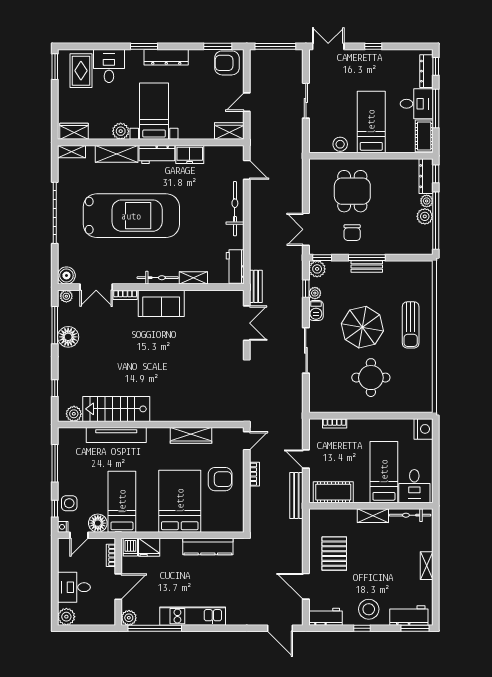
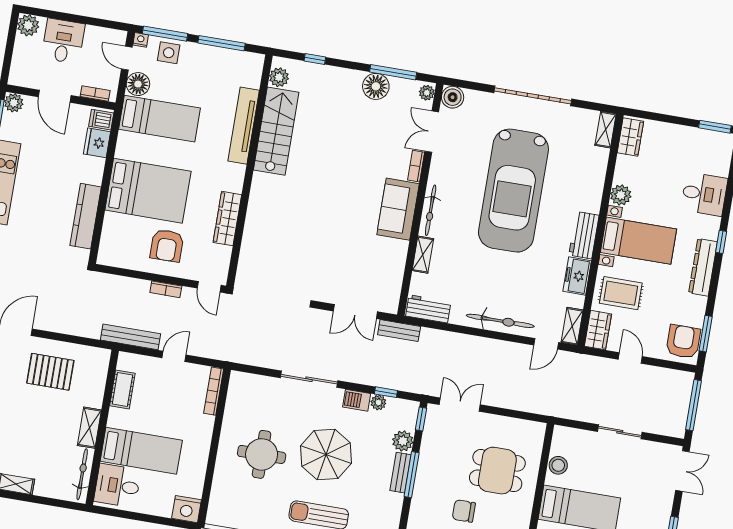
window: (144, 46) -> (721, 242), width x0.67
rug: (81, 71) -> (621, 293), moved
shelving: (117, 154) -> (572, 326), moved, width x0.67, depth x0.75
chair: (352, 233) -> (464, 511), moved
plant: (317, 269) -> (403, 441), moved
bookcase: (335, 423) -> (214, 391), width x1.56
cot: (333, 492) -> (122, 389), width x0.73, depth x0.75
window: (55, 509) -> (165, 34), width x2.17

